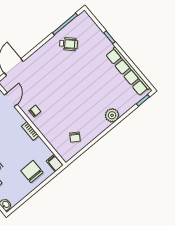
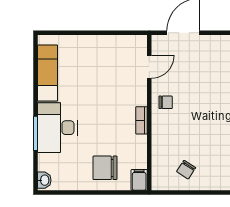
chair: (32, 172) -> (105, 168), turned -90

